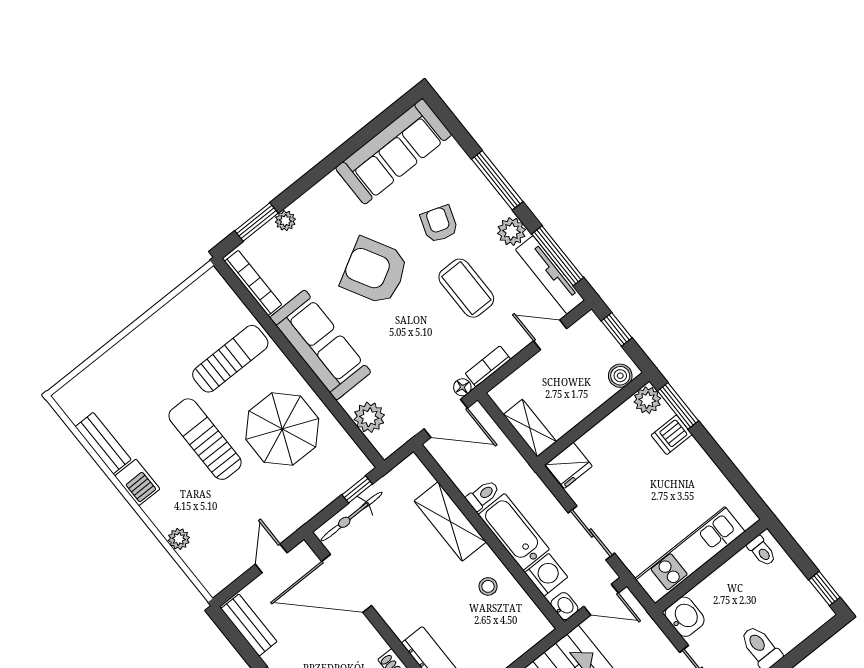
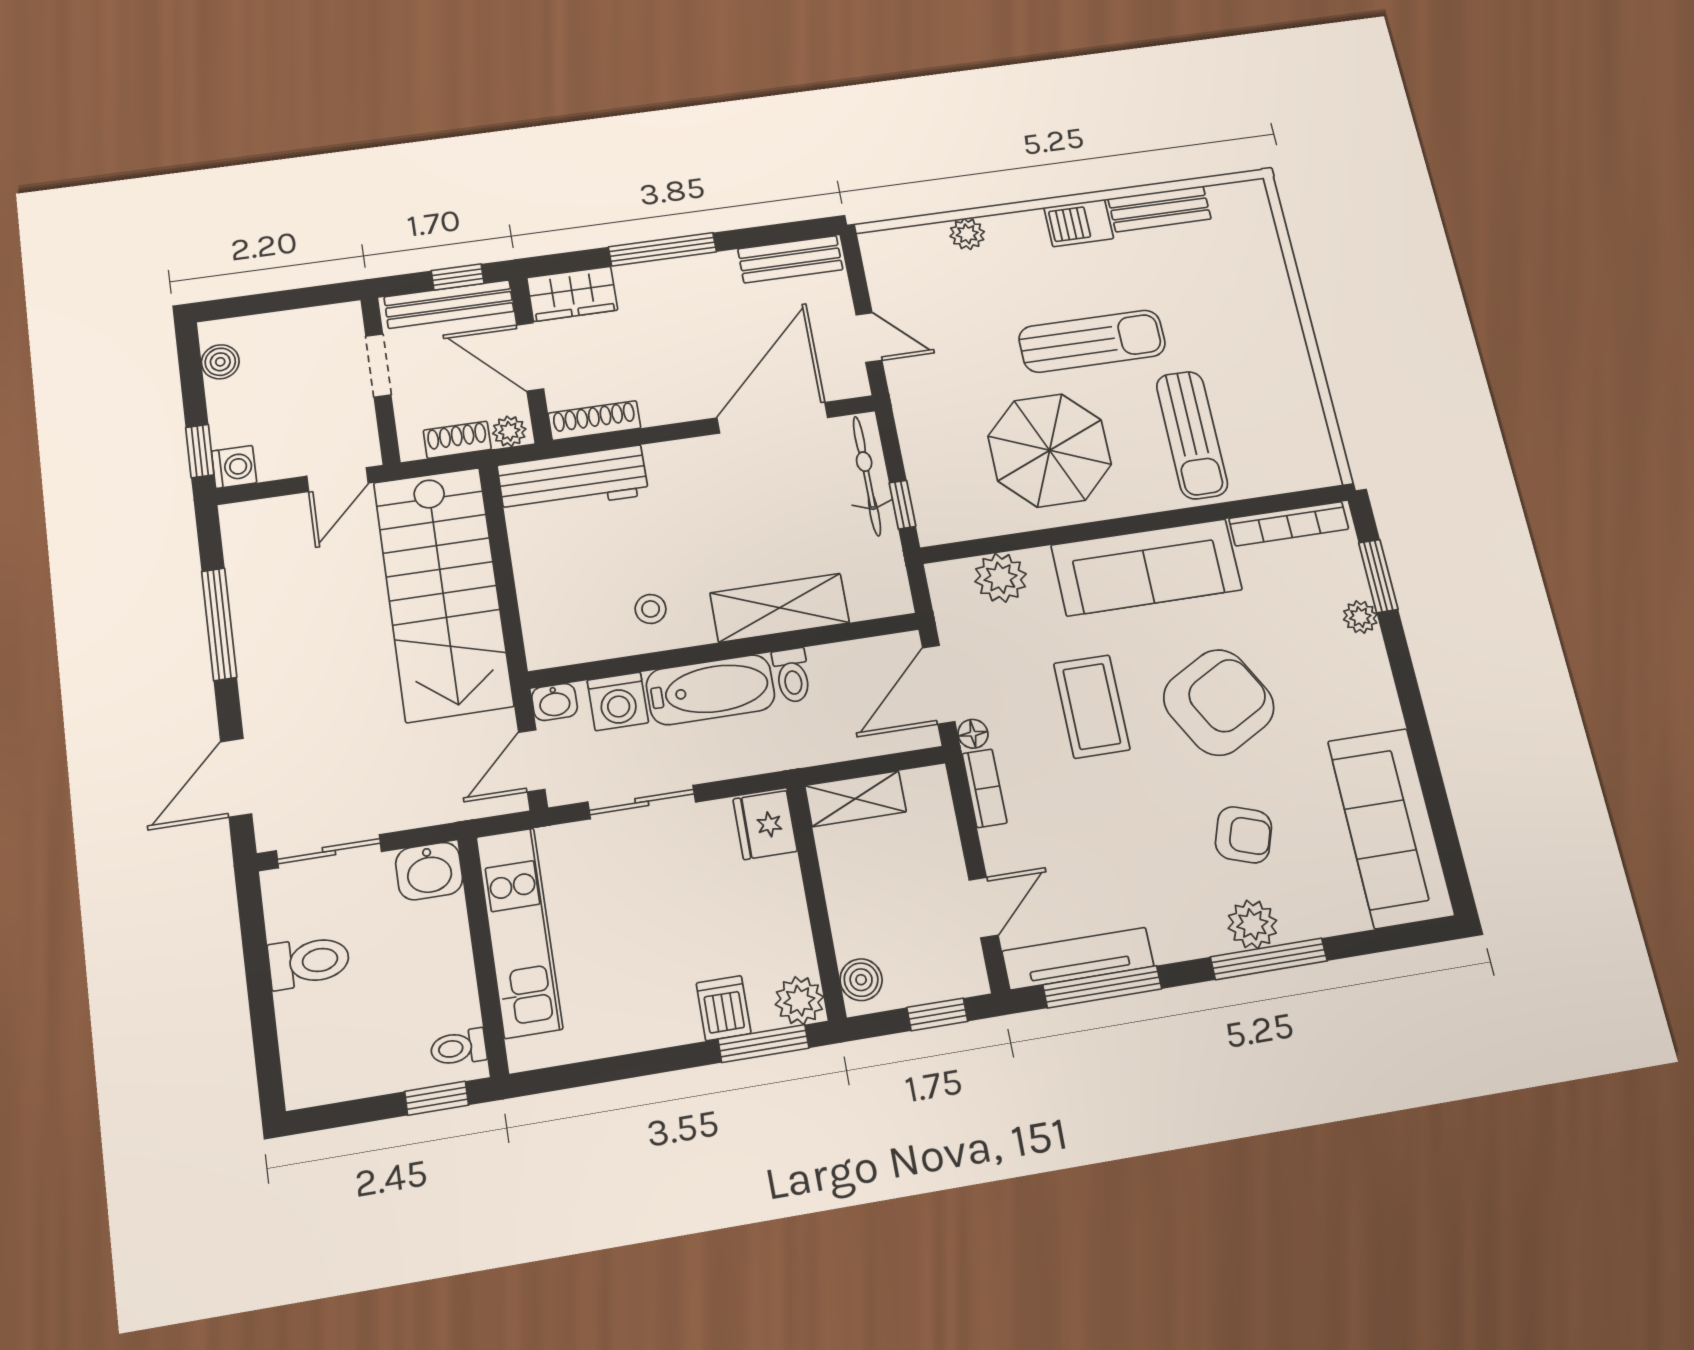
plant: (511, 231) -> (1252, 924), moved
coffee table: (466, 288) -> (1092, 706), moved, turned 90
window: (824, 589) -> (437, 1098), moved

